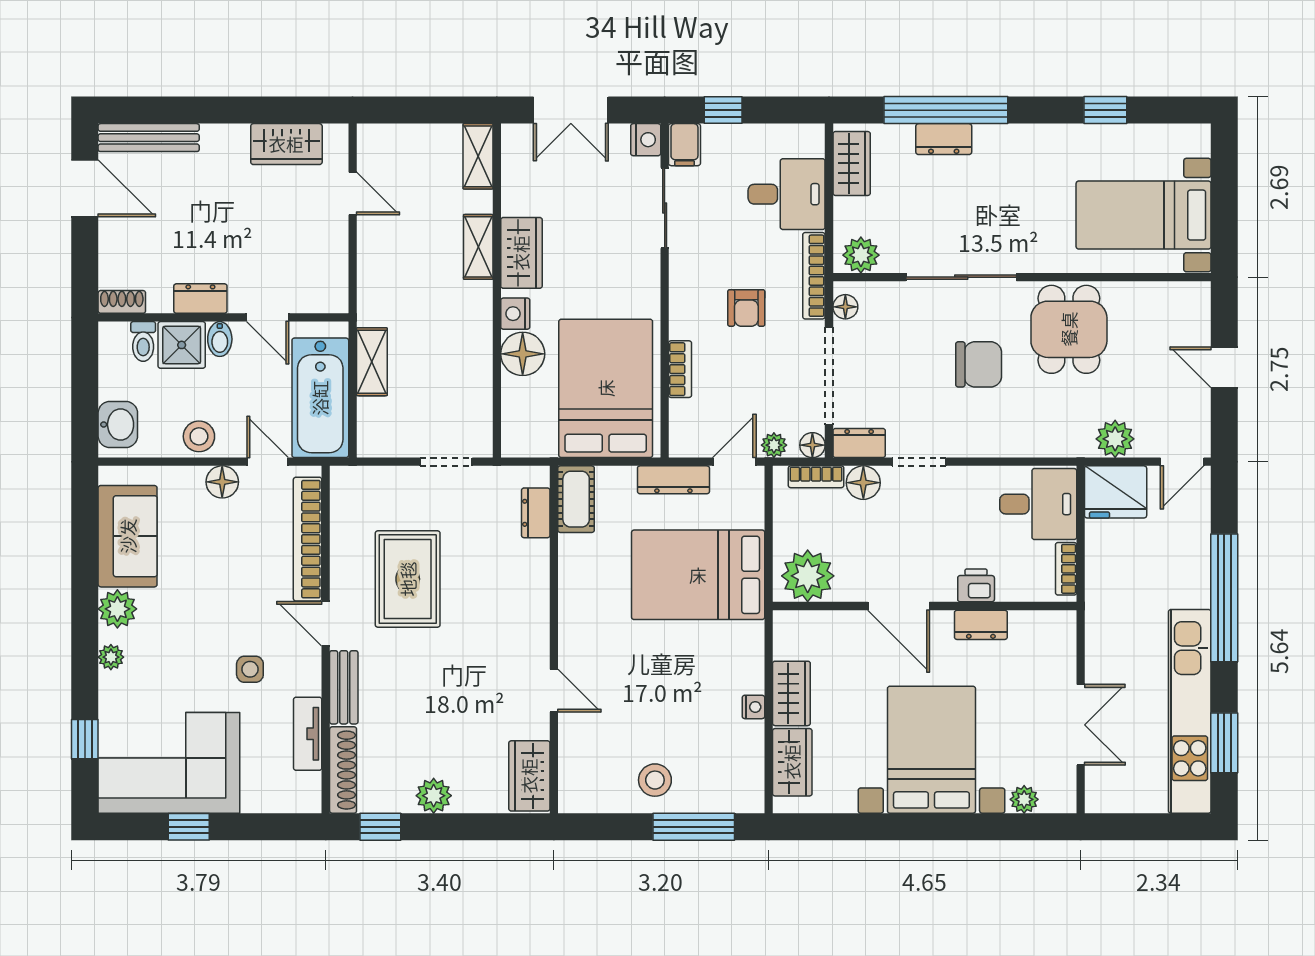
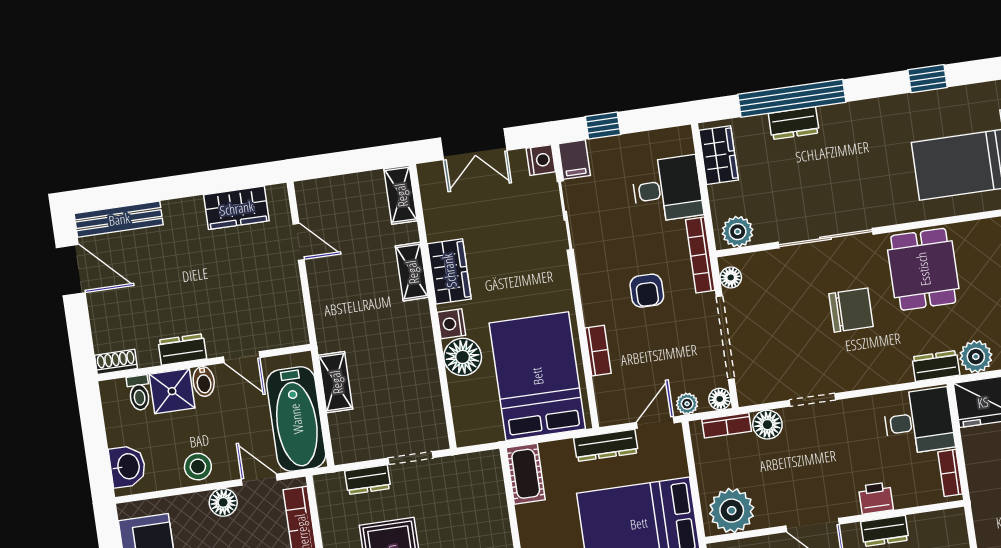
dresser: (859, 443) -> (936, 366), moved
dresser: (536, 513) -> (368, 480), moved, turned -90

